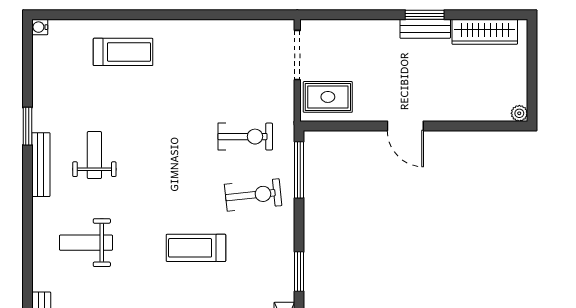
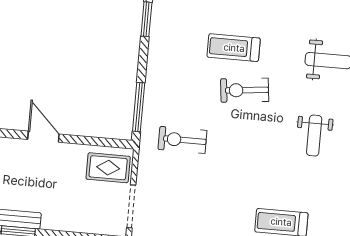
exercise bike: (253, 195) -> (245, 90), moved
treadmill: (196, 248) -> (234, 48), turned 180

